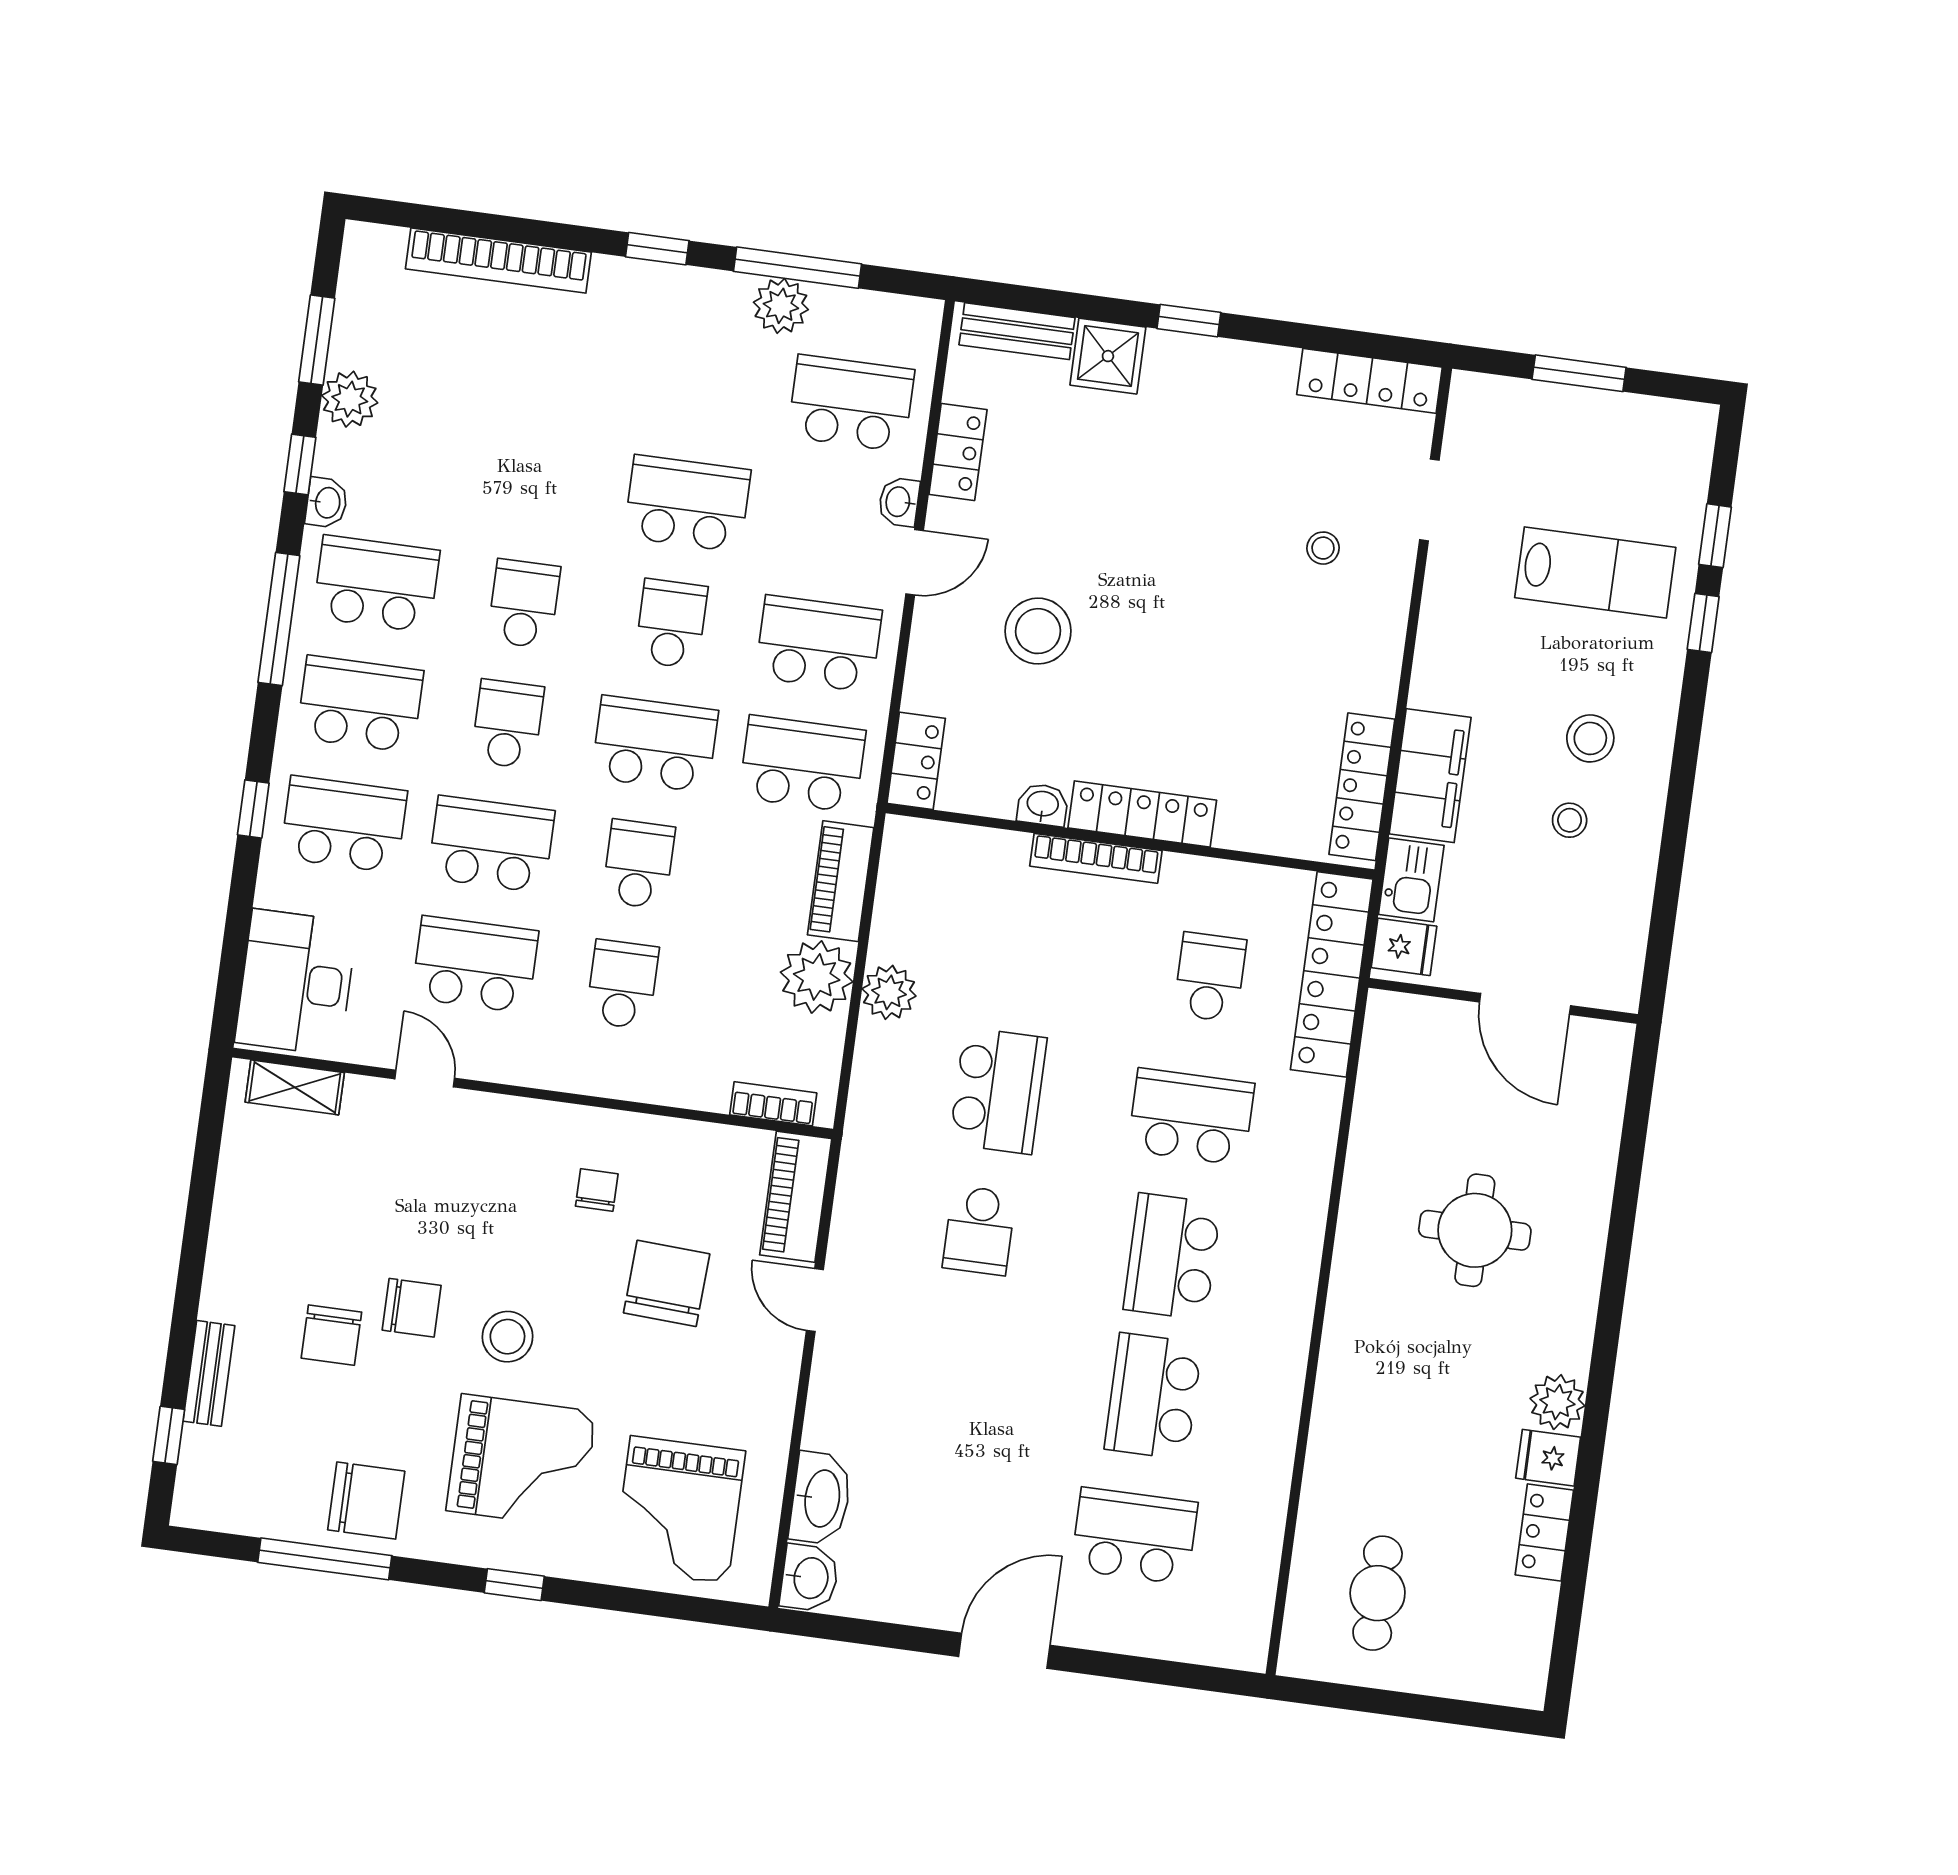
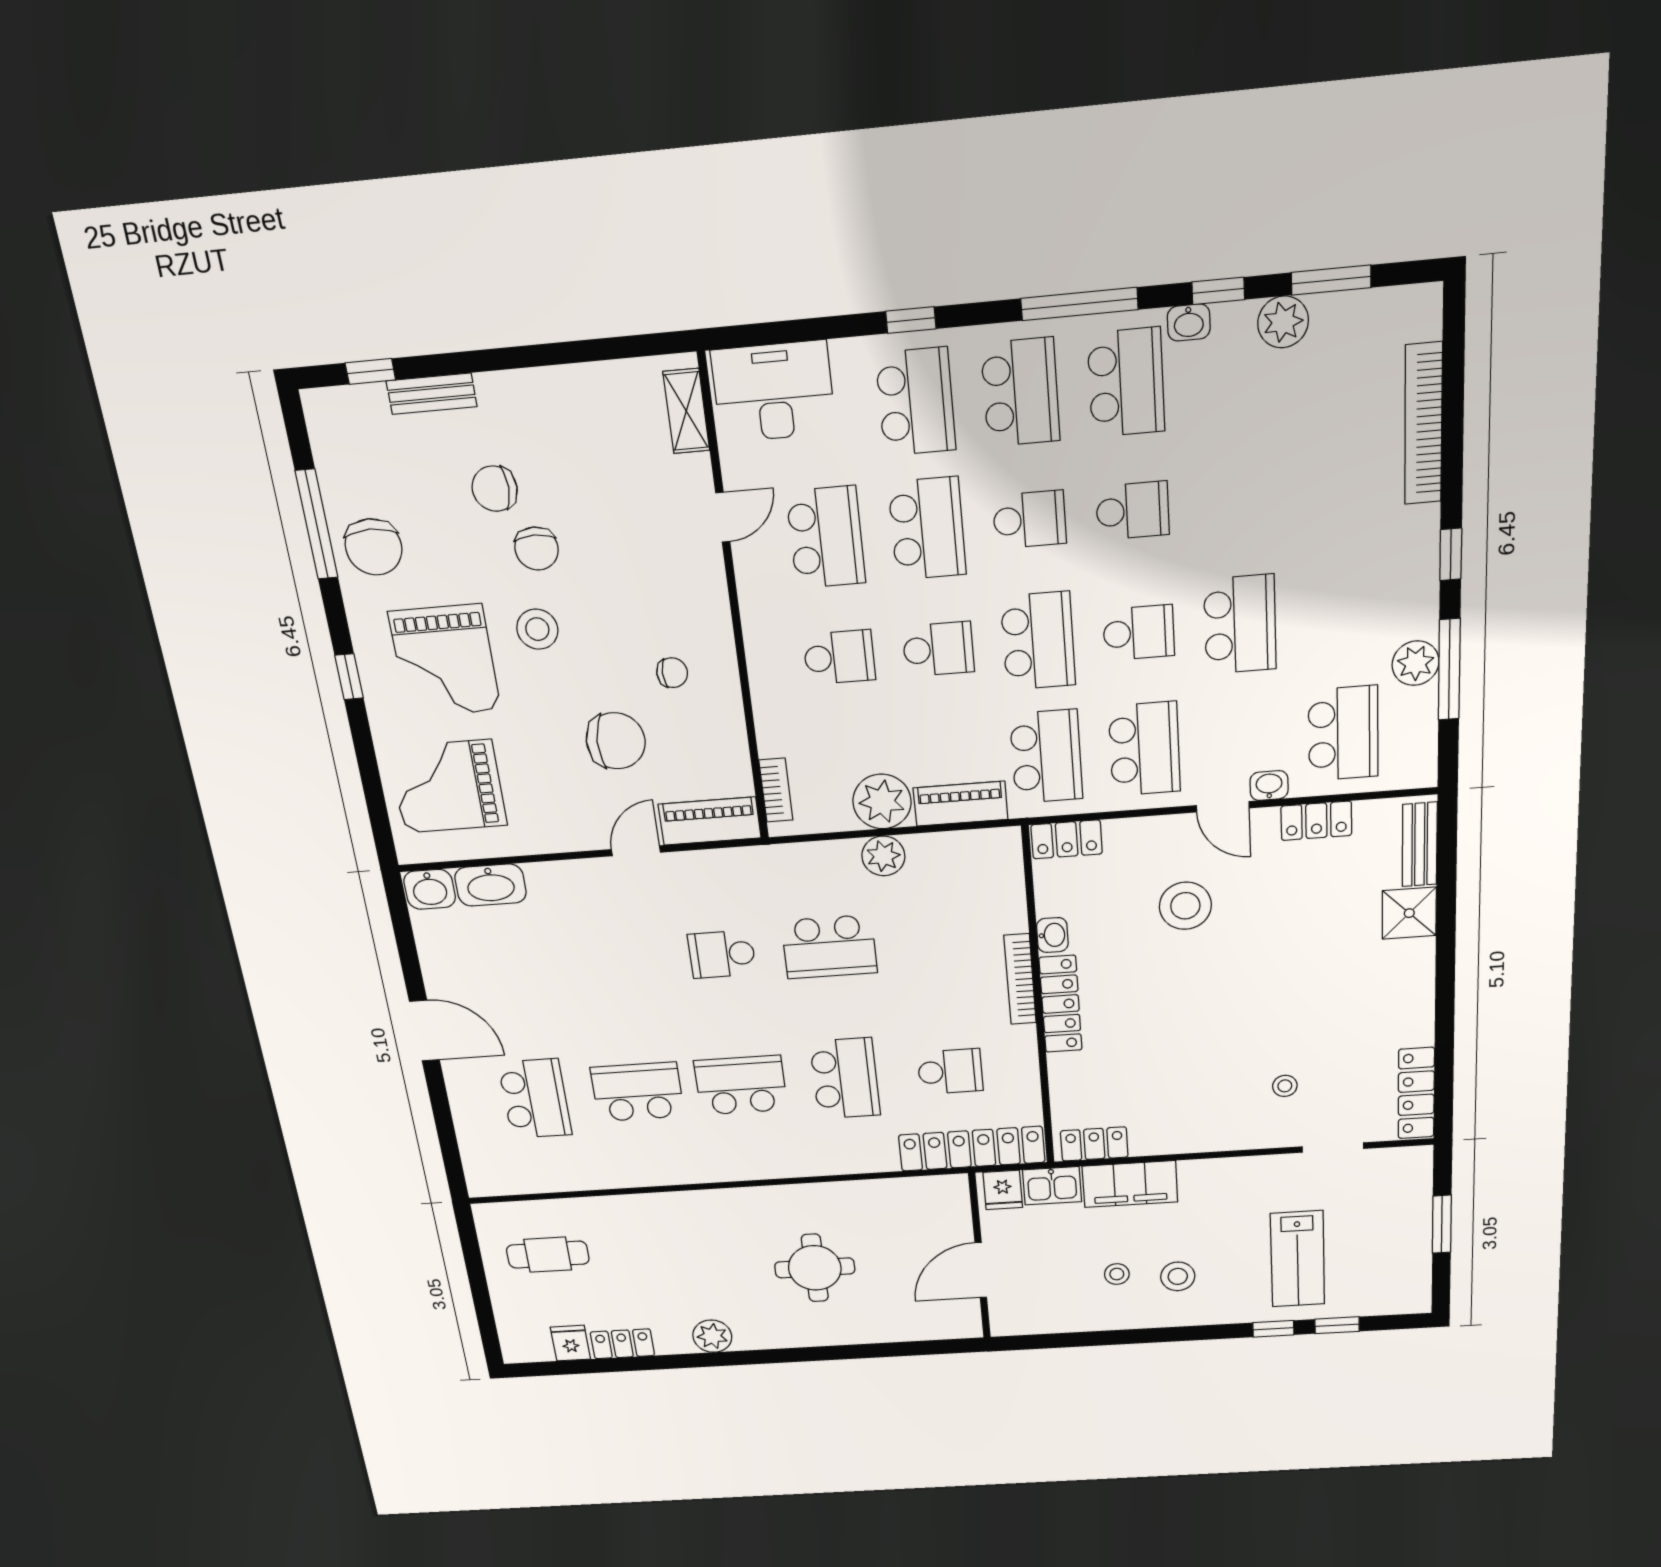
window: (1189, 321) -> (1445, 964), removed
locker: (1362, 787) -> (1094, 1144), width x0.66
fridge: (1548, 1458) -> (570, 1343), moved

